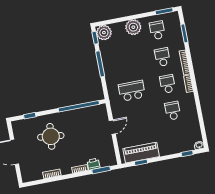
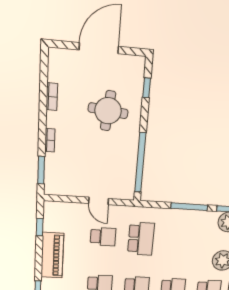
school desk: (137, 118) -> (103, 237), added
piano: (141, 153) -> (52, 255), moved
printer: (93, 164) -> (52, 162), removed

